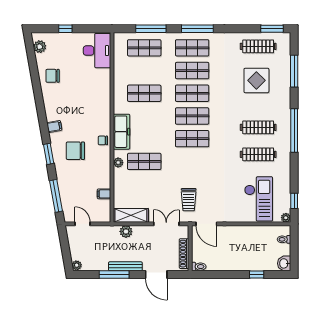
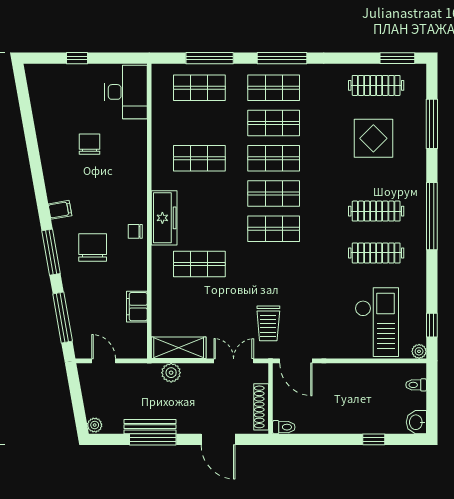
plant: (40, 47) -> (37, 86), removed
chair: (53, 76) -> (90, 144), moved, turned 90
chair: (75, 151) -> (93, 247), turned 90
window: (49, 154) -> (51, 252), width x1.44
plant: (118, 163) -> (159, 266), removed
filing cabinet: (104, 194) -> (137, 307), width x2.00
bench: (125, 266) -> (150, 427), moved

